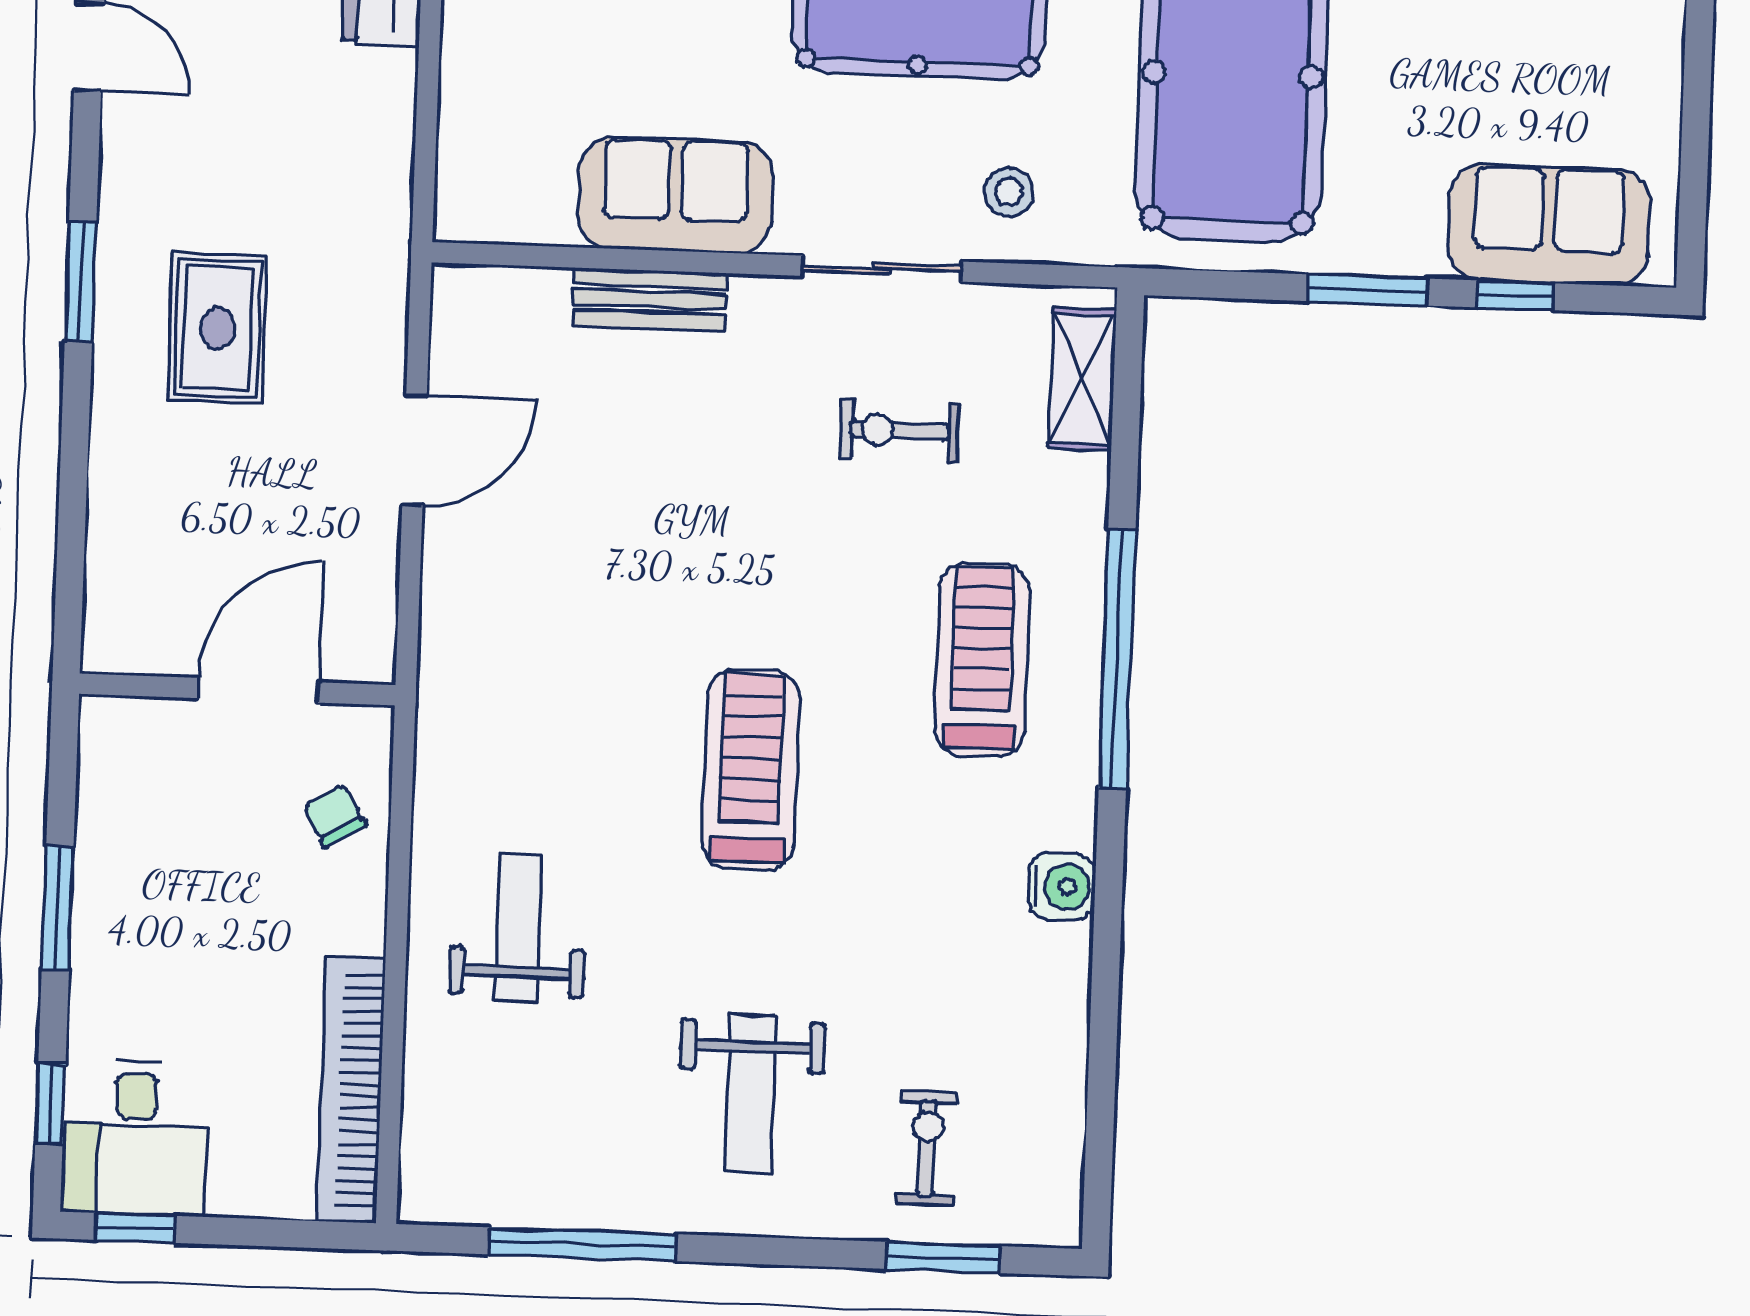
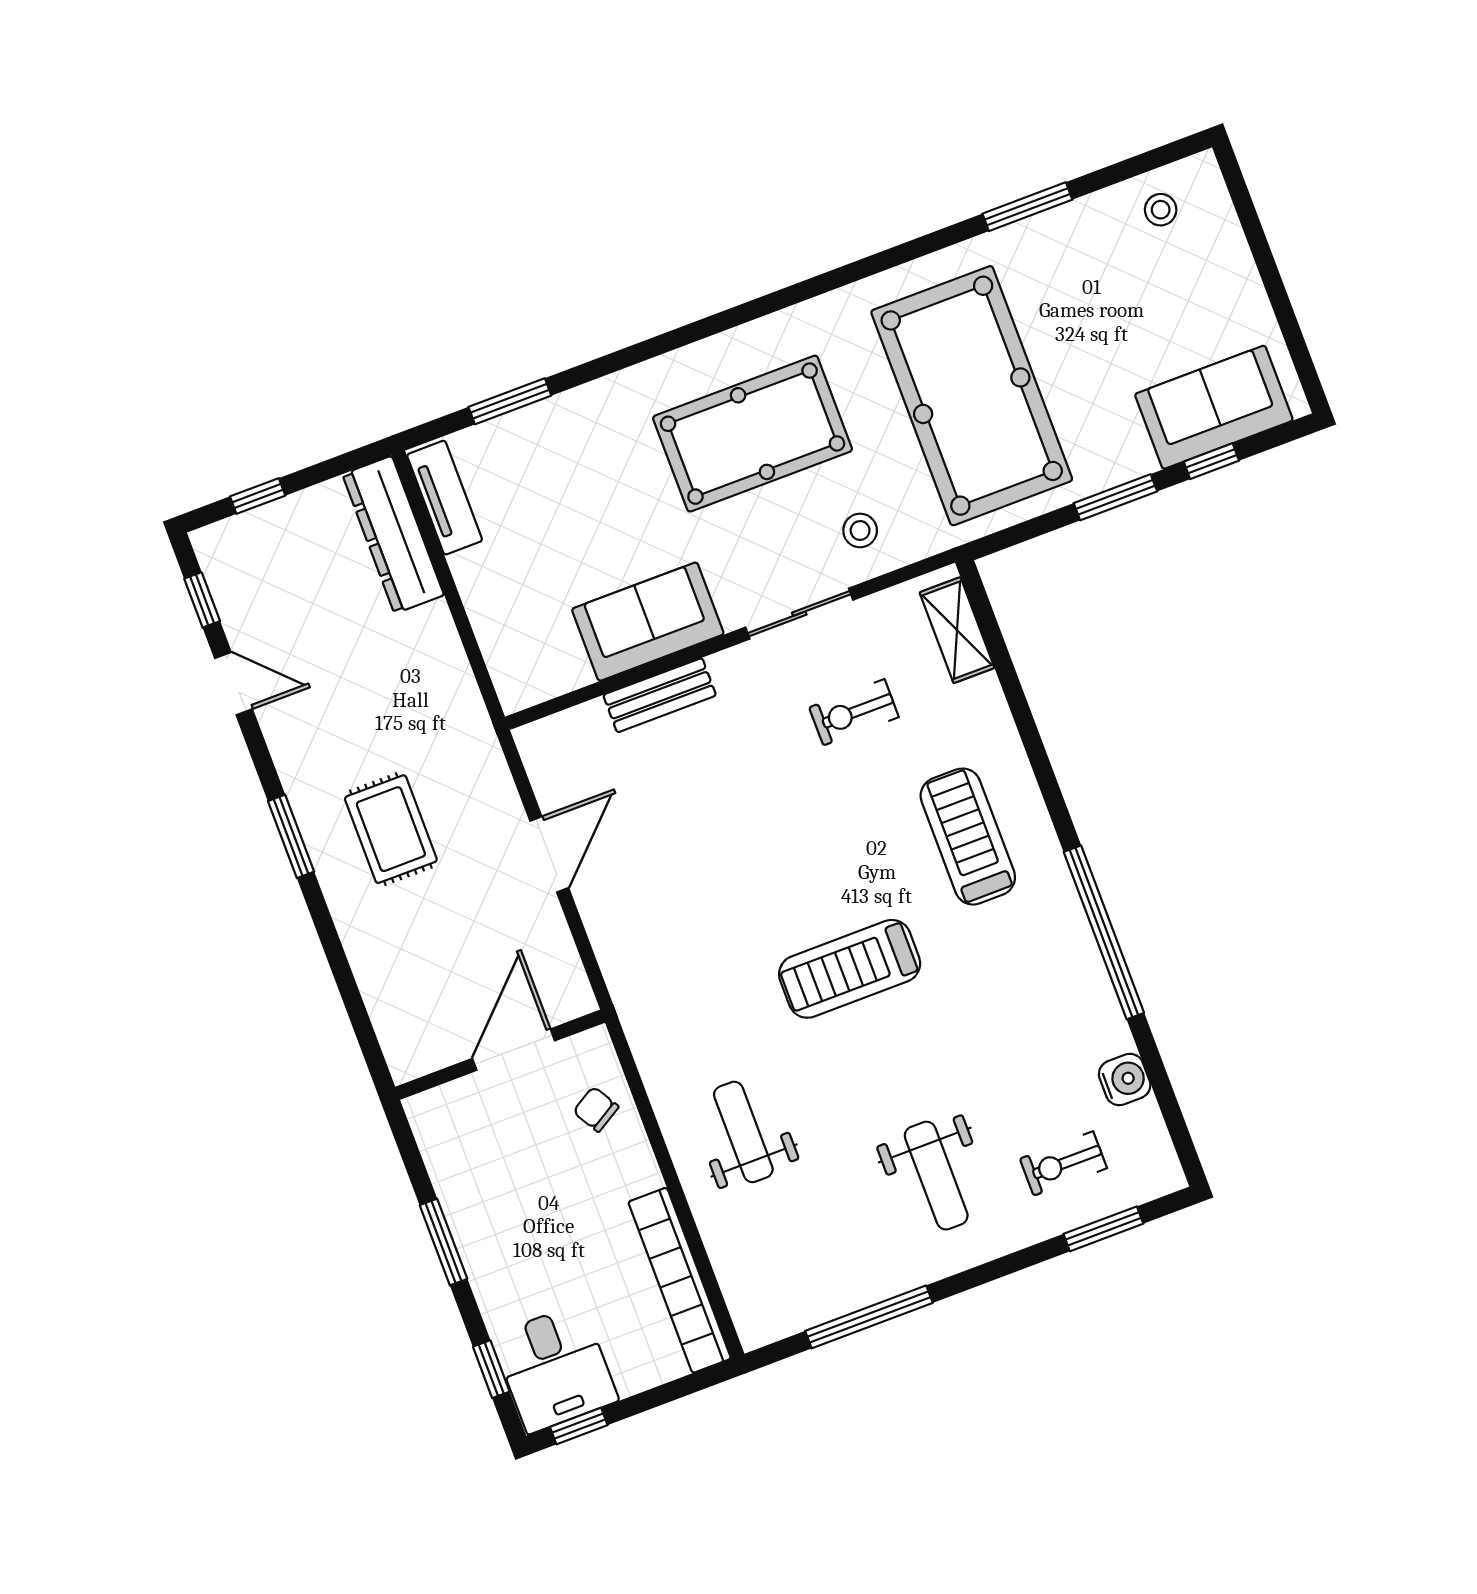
window: (1117, 659) -> (1104, 932), moved
treadmill: (751, 770) -> (850, 969), turned -90
water cooler: (1062, 886) -> (1125, 1080), moved
exercise bike: (927, 1148) -> (1063, 1163), turned -90

